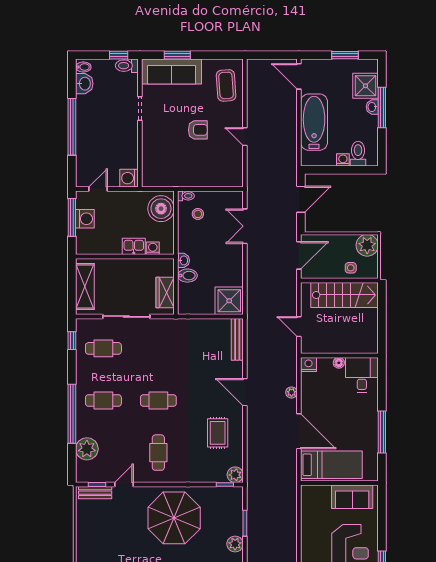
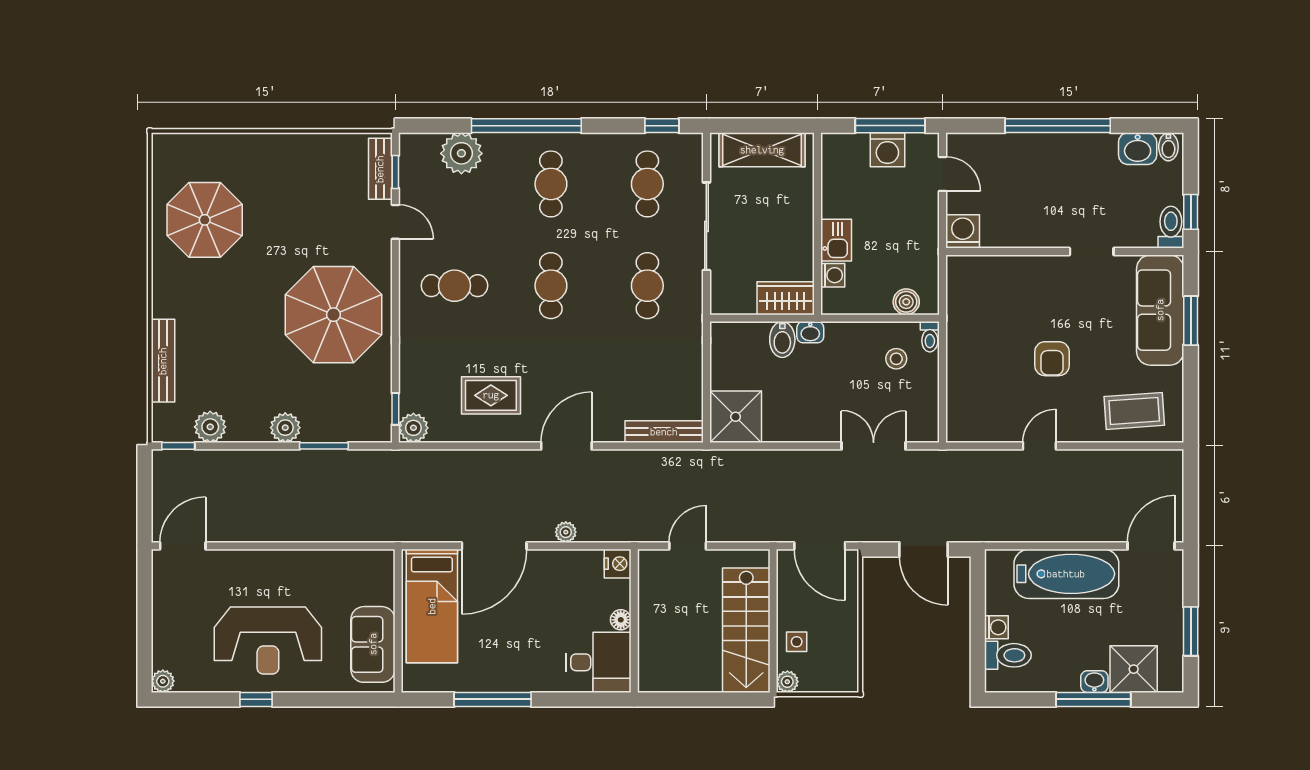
boiler: (161, 209) -> (906, 302), width x0.54, depth x0.54
plant: (367, 245) -> (787, 682), moved, width x0.53, depth x0.53
wardrobe: (165, 293) -> (786, 298), moved
cafe table: (158, 348) -> (647, 286), added

